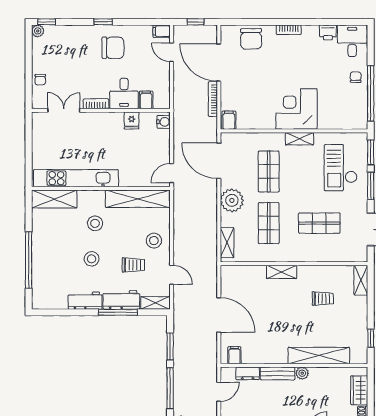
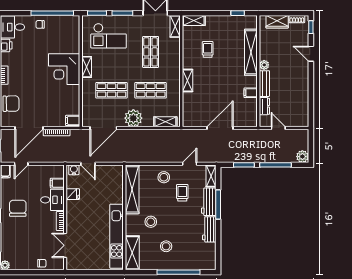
door: (172, 173) -> (88, 164), moved
shelving: (353, 256) -> (175, 26), added
stool: (92, 259) -> (166, 246), moved
filing cabinet: (234, 355) -> (251, 93), moved

